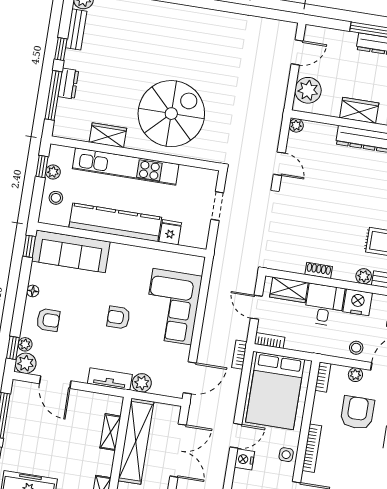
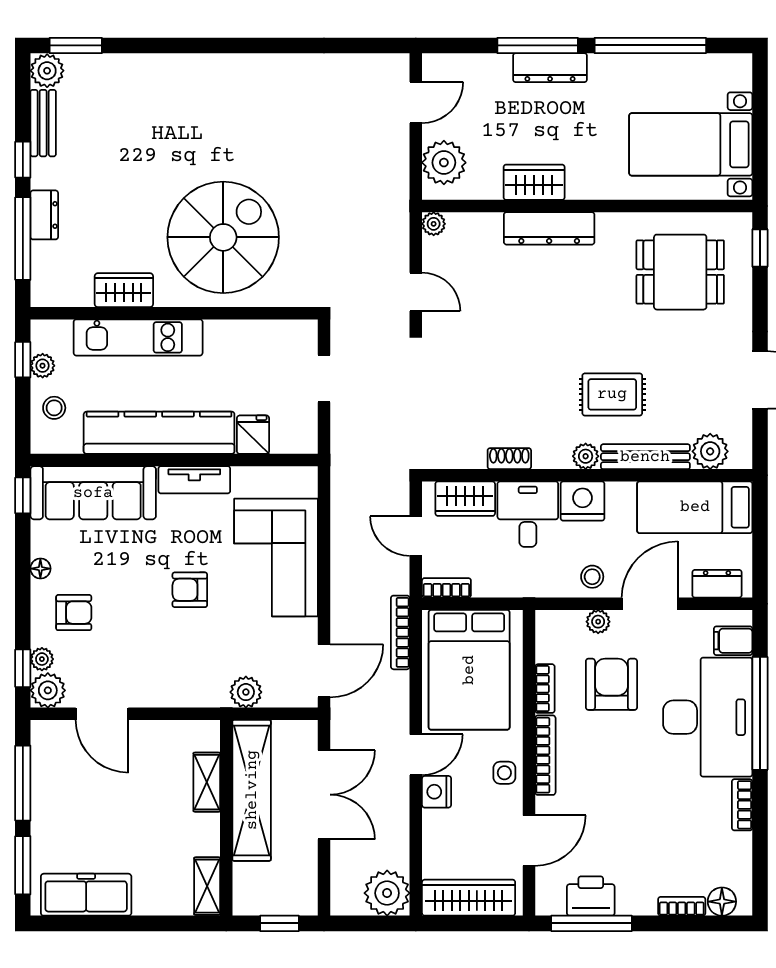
kitchen unit: (126, 167) -> (138, 337), width x0.73
bookcase: (239, 355) -> (400, 632), width x1.56
bookcase: (323, 377) -> (545, 689), moved
tv unit: (110, 379) -> (194, 480), moved, turned 180

